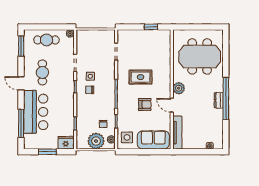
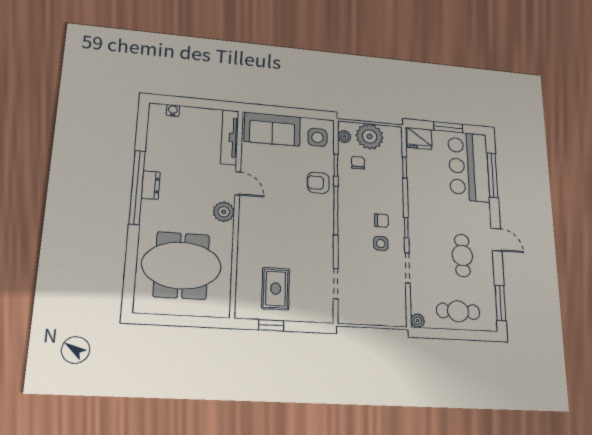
rug: (141, 77) -> (276, 289), moved, turned 90
armchair: (145, 104) -> (318, 183), moved
bar counter: (36, 112) -> (469, 167), moved

